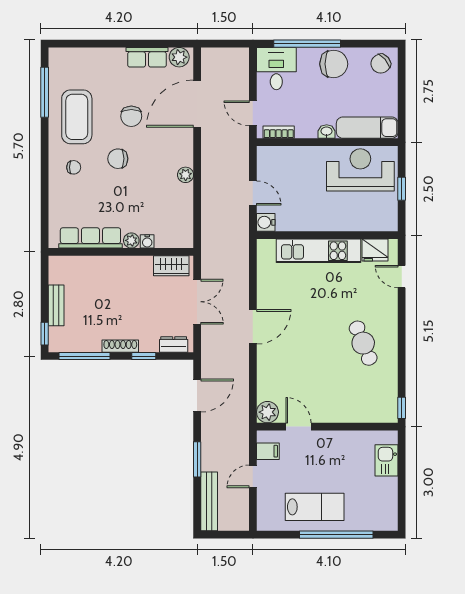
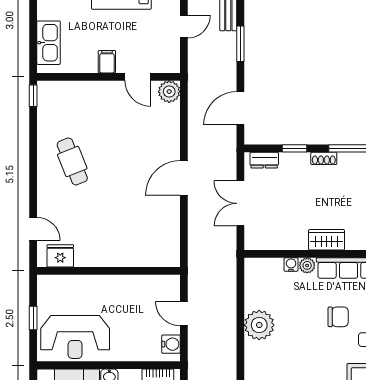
chair: (118, 159) -> (338, 317), moved
plant: (186, 175) -> (259, 325), width x1.87, depth x1.87
water cooler: (266, 222) -> (171, 344), moved
kitchen unit: (319, 251) -> (117, 255), removed
wardrobe: (171, 266) -> (327, 240), moved
shoe rack: (120, 346) -> (324, 158), width x0.70
filing cabinet: (268, 451) -> (107, 62), moved, turned 90
kitchen sink: (387, 460) -> (48, 43), width x1.38

